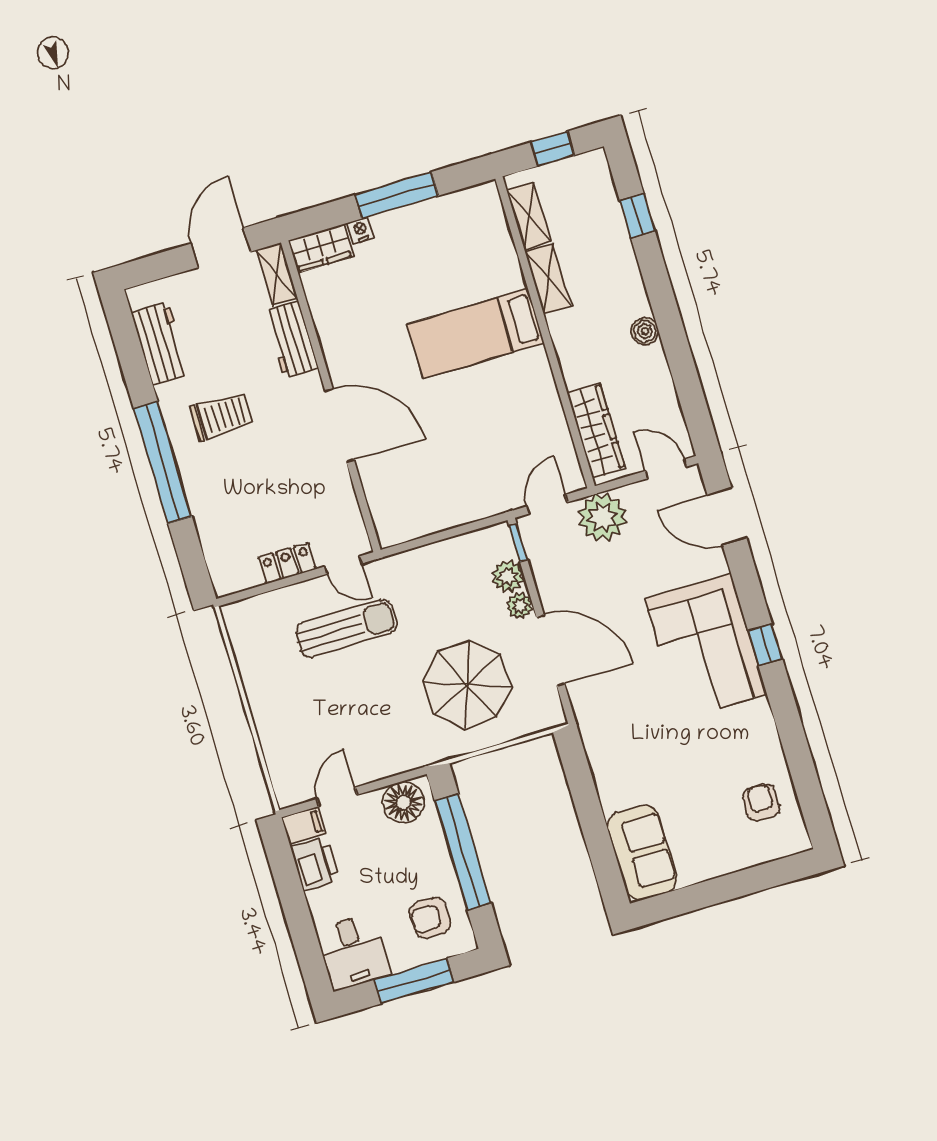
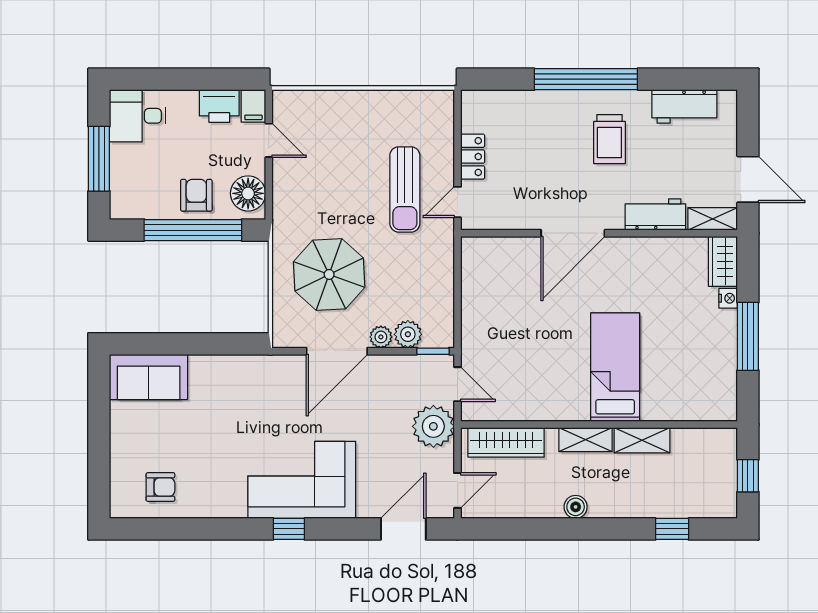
shelving: (529, 216) -> (586, 440), moved
armchair: (430, 918) -> (196, 195), moved

